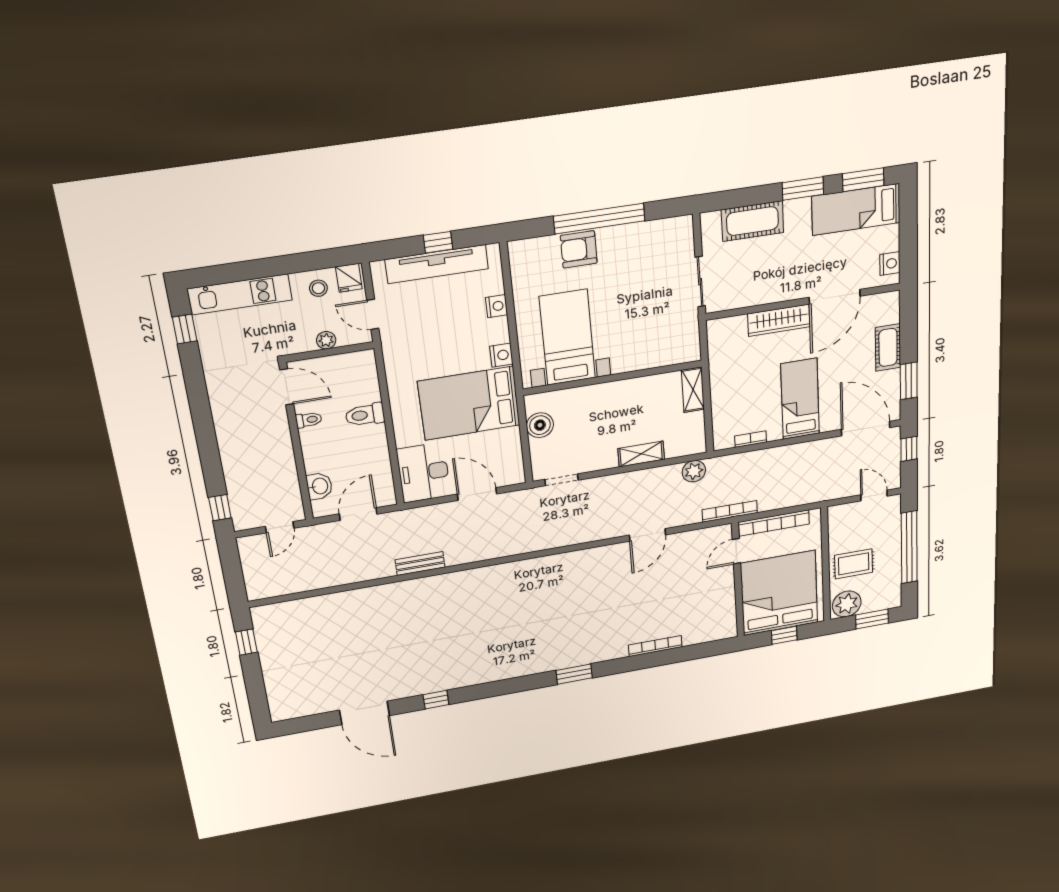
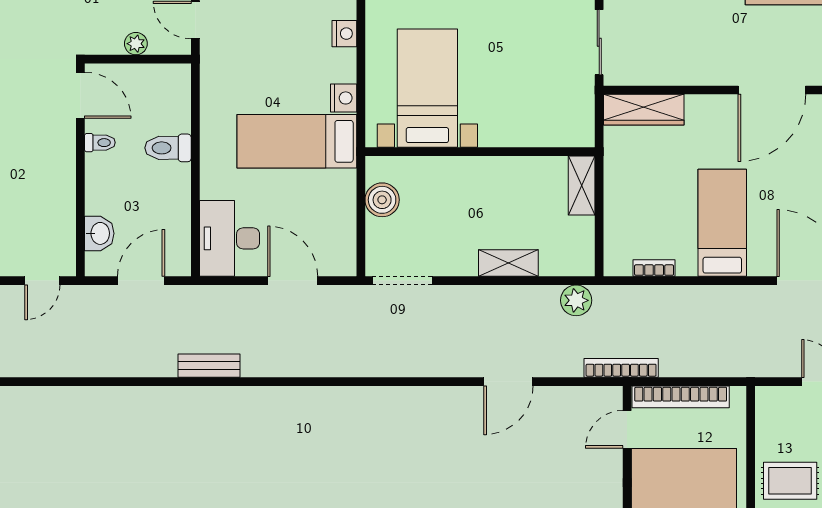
wardrobe: (779, 320) -> (644, 110), moved
bed: (469, 403) -> (297, 141), width x0.67
doorway: (561, 480) -> (402, 281), width x1.38

